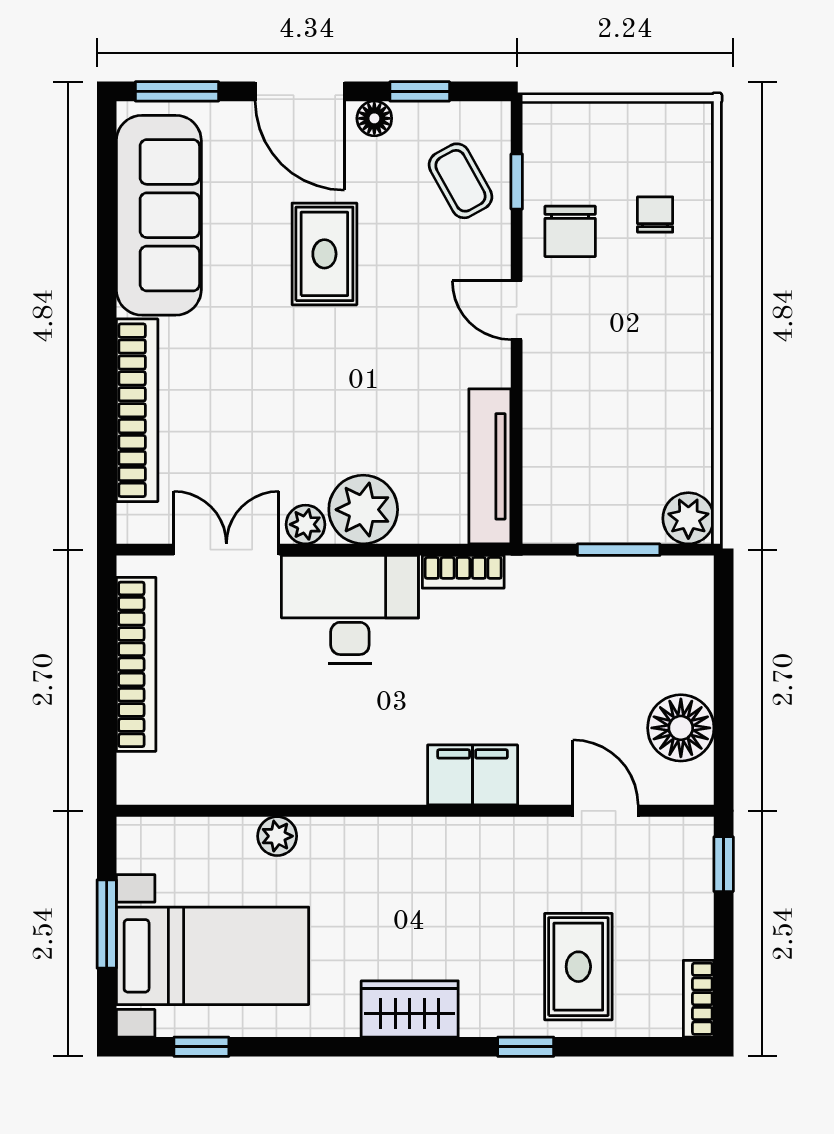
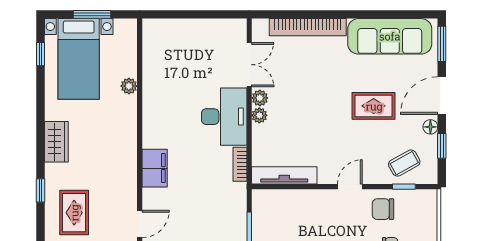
plant: (363, 510) -> (259, 115), width x0.53, depth x0.53
bookcase: (136, 664) -> (201, 27), removed
rug: (578, 967) -> (74, 213), turned 90

